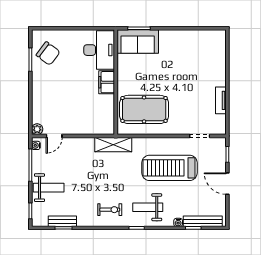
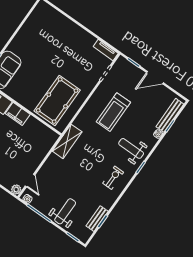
tv unit: (221, 100) -> (106, 50), moved
treadmill: (169, 168) -> (113, 112), width x0.73, depth x0.73
weight bench: (148, 207) -> (131, 148), turned 90

